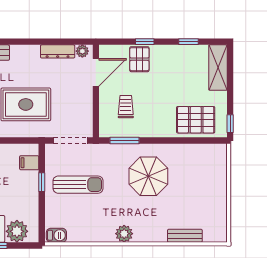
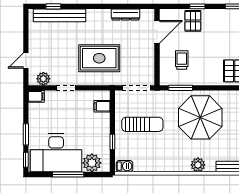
plant: (82, 51) -> (146, 14), removed
parasol: (148, 176) -> (200, 117), width x1.36, depth x1.36
window: (42, 182) -> (112, 142), moved
plant: (124, 234) -> (198, 165), moved

